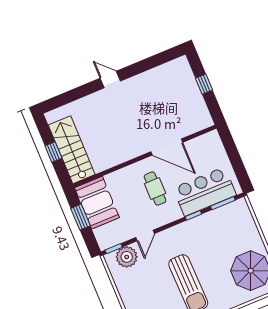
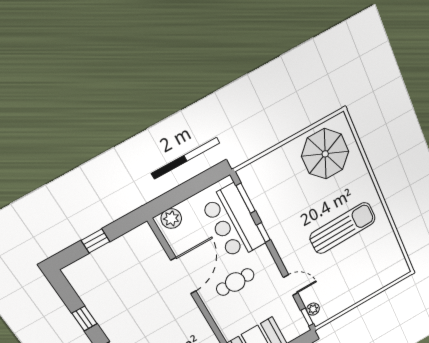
window: (143, 66) -> (84, 319), added
plant: (214, 143) -> (171, 219), added
plant: (127, 257) -> (313, 309), width x0.53, depth x0.53

